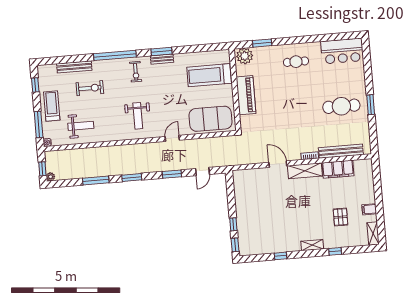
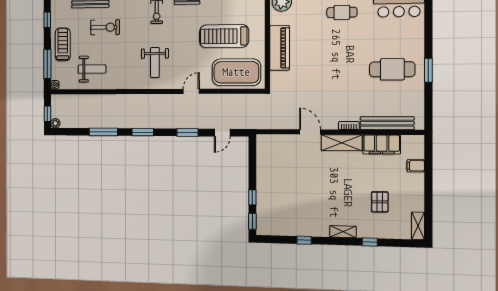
treadmill: (209, 75) -> (224, 36), moved
filing cabinet: (369, 209) -> (416, 166), moved

